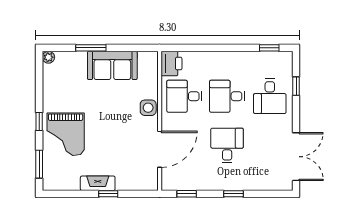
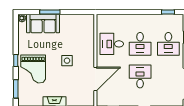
printer: (172, 64) -> (103, 22), removed
sofa: (112, 65) -> (43, 23), moved
desk: (227, 96) -> (140, 44), turned -90
side table: (148, 108) -> (67, 61), moved

